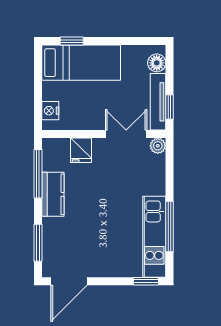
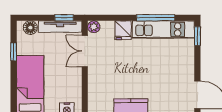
window: (72, 41) -> (14, 52), moved
fridge: (81, 150) -> (123, 30), moved, turned 90

